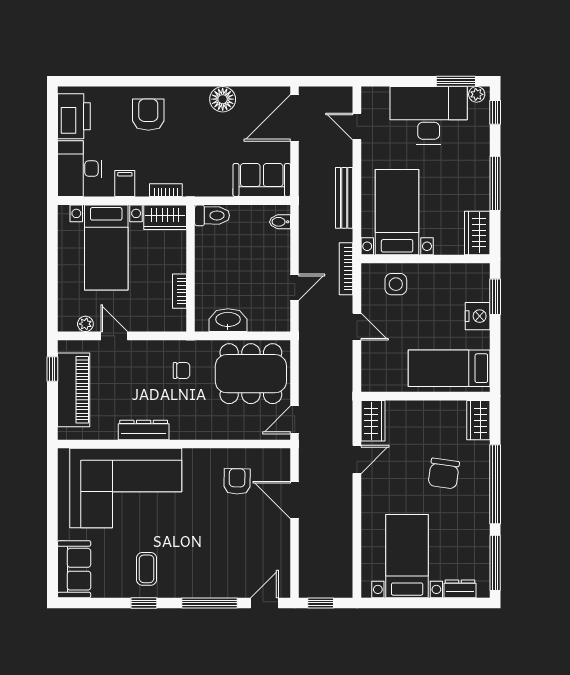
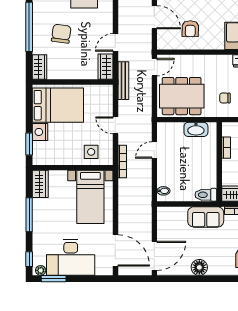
door: (357, 126) -> (115, 250), width x1.87
sofa: (262, 180) -> (206, 217), moved
bench: (344, 198) -> (123, 81), moved
bed: (449, 368) -> (58, 105), width x1.50

